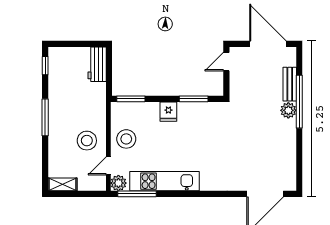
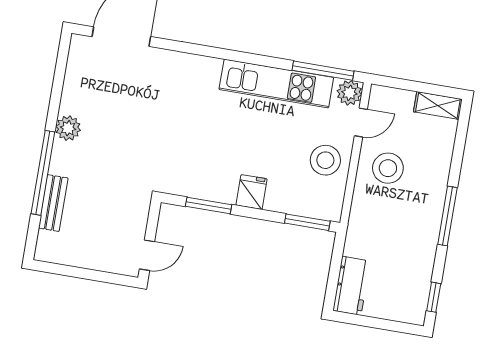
door: (268, 44) -> (77, 272), removed
plant: (288, 110) -> (68, 128), moved

